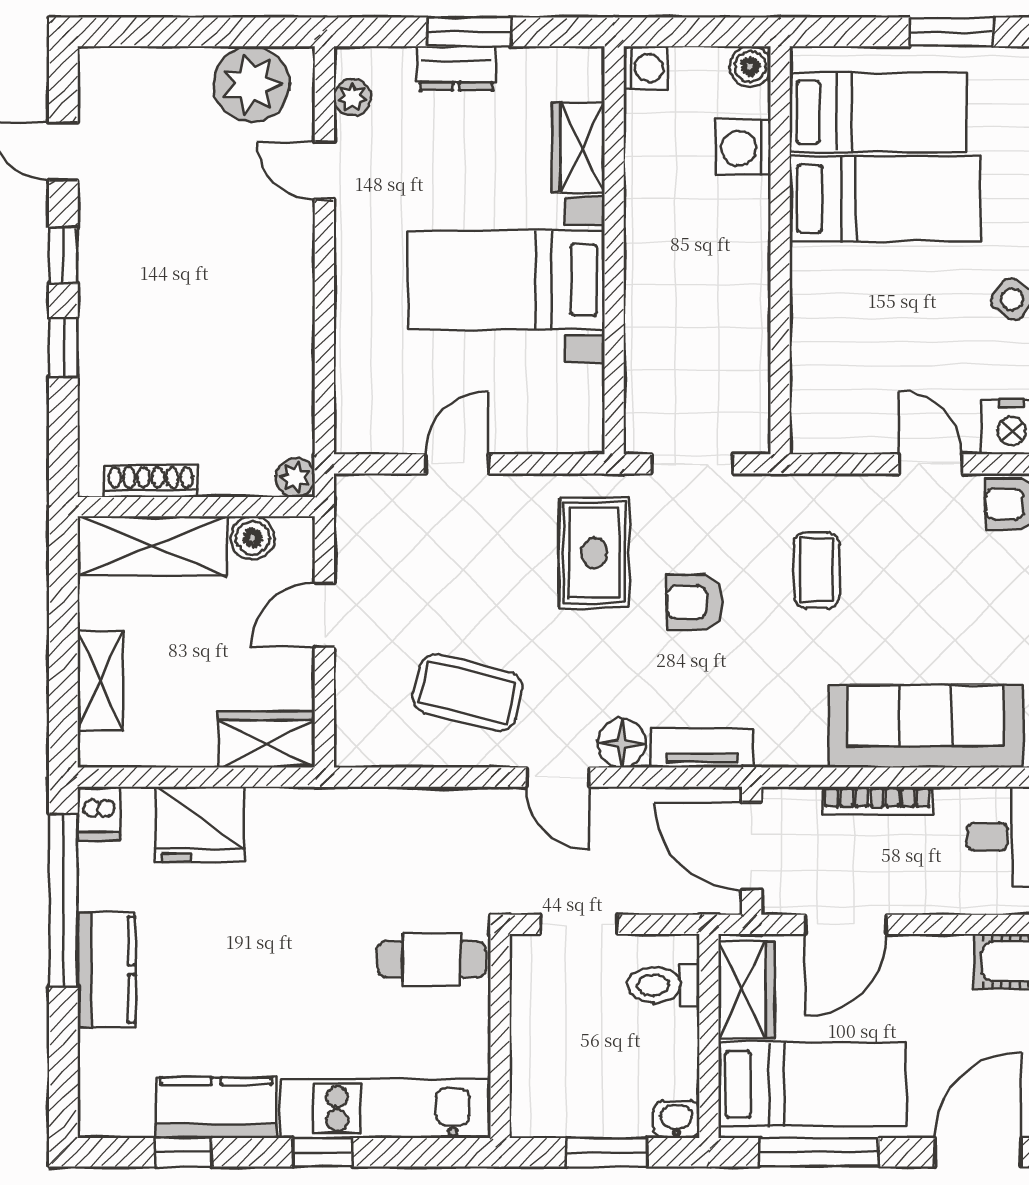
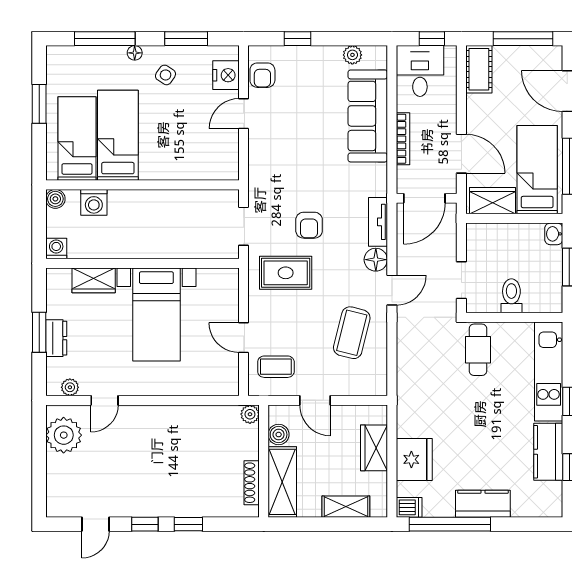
coffee table: (817, 570) -> (276, 367), moved
wardrobe: (267, 740) -> (374, 448), moved
toilet: (663, 985) -> (511, 296), moved, turned 180

